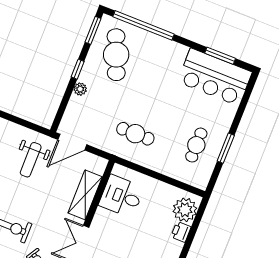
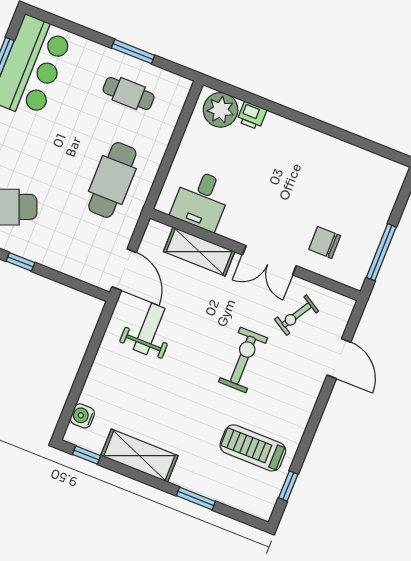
plant: (80, 89) -> (49, 258), removed
cafe table: (135, 134) -> (112, 180), width x1.37, depth x1.35
weight bench: (31, 160) -> (149, 329), turned -90

